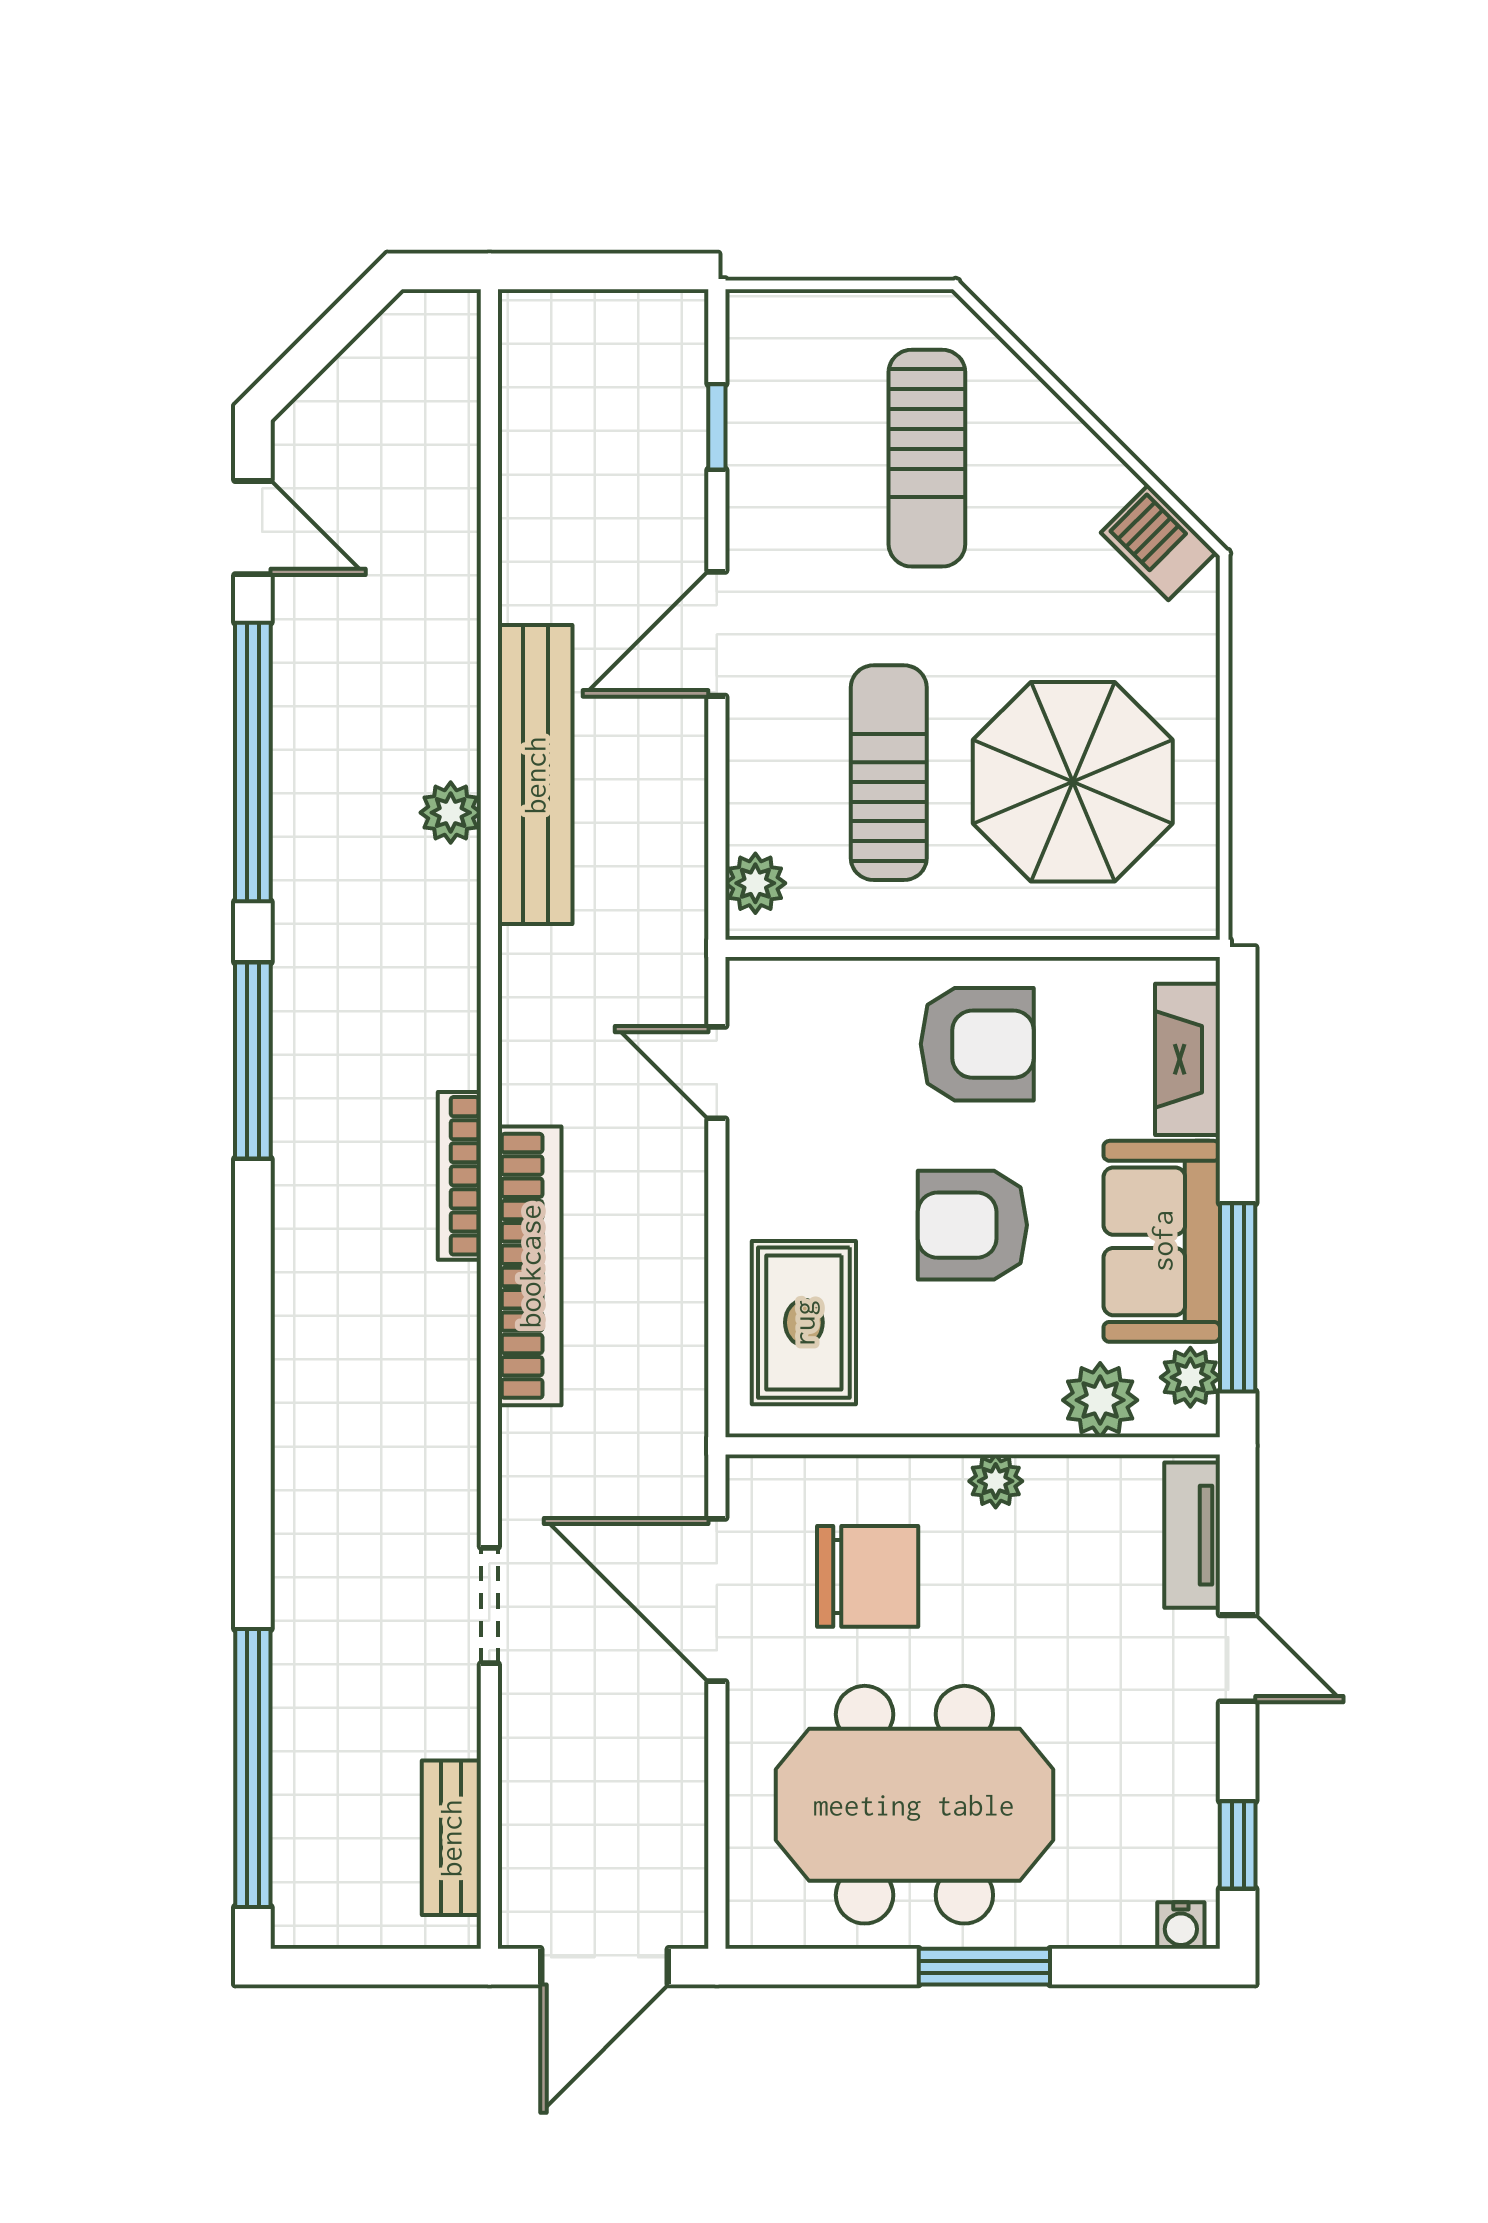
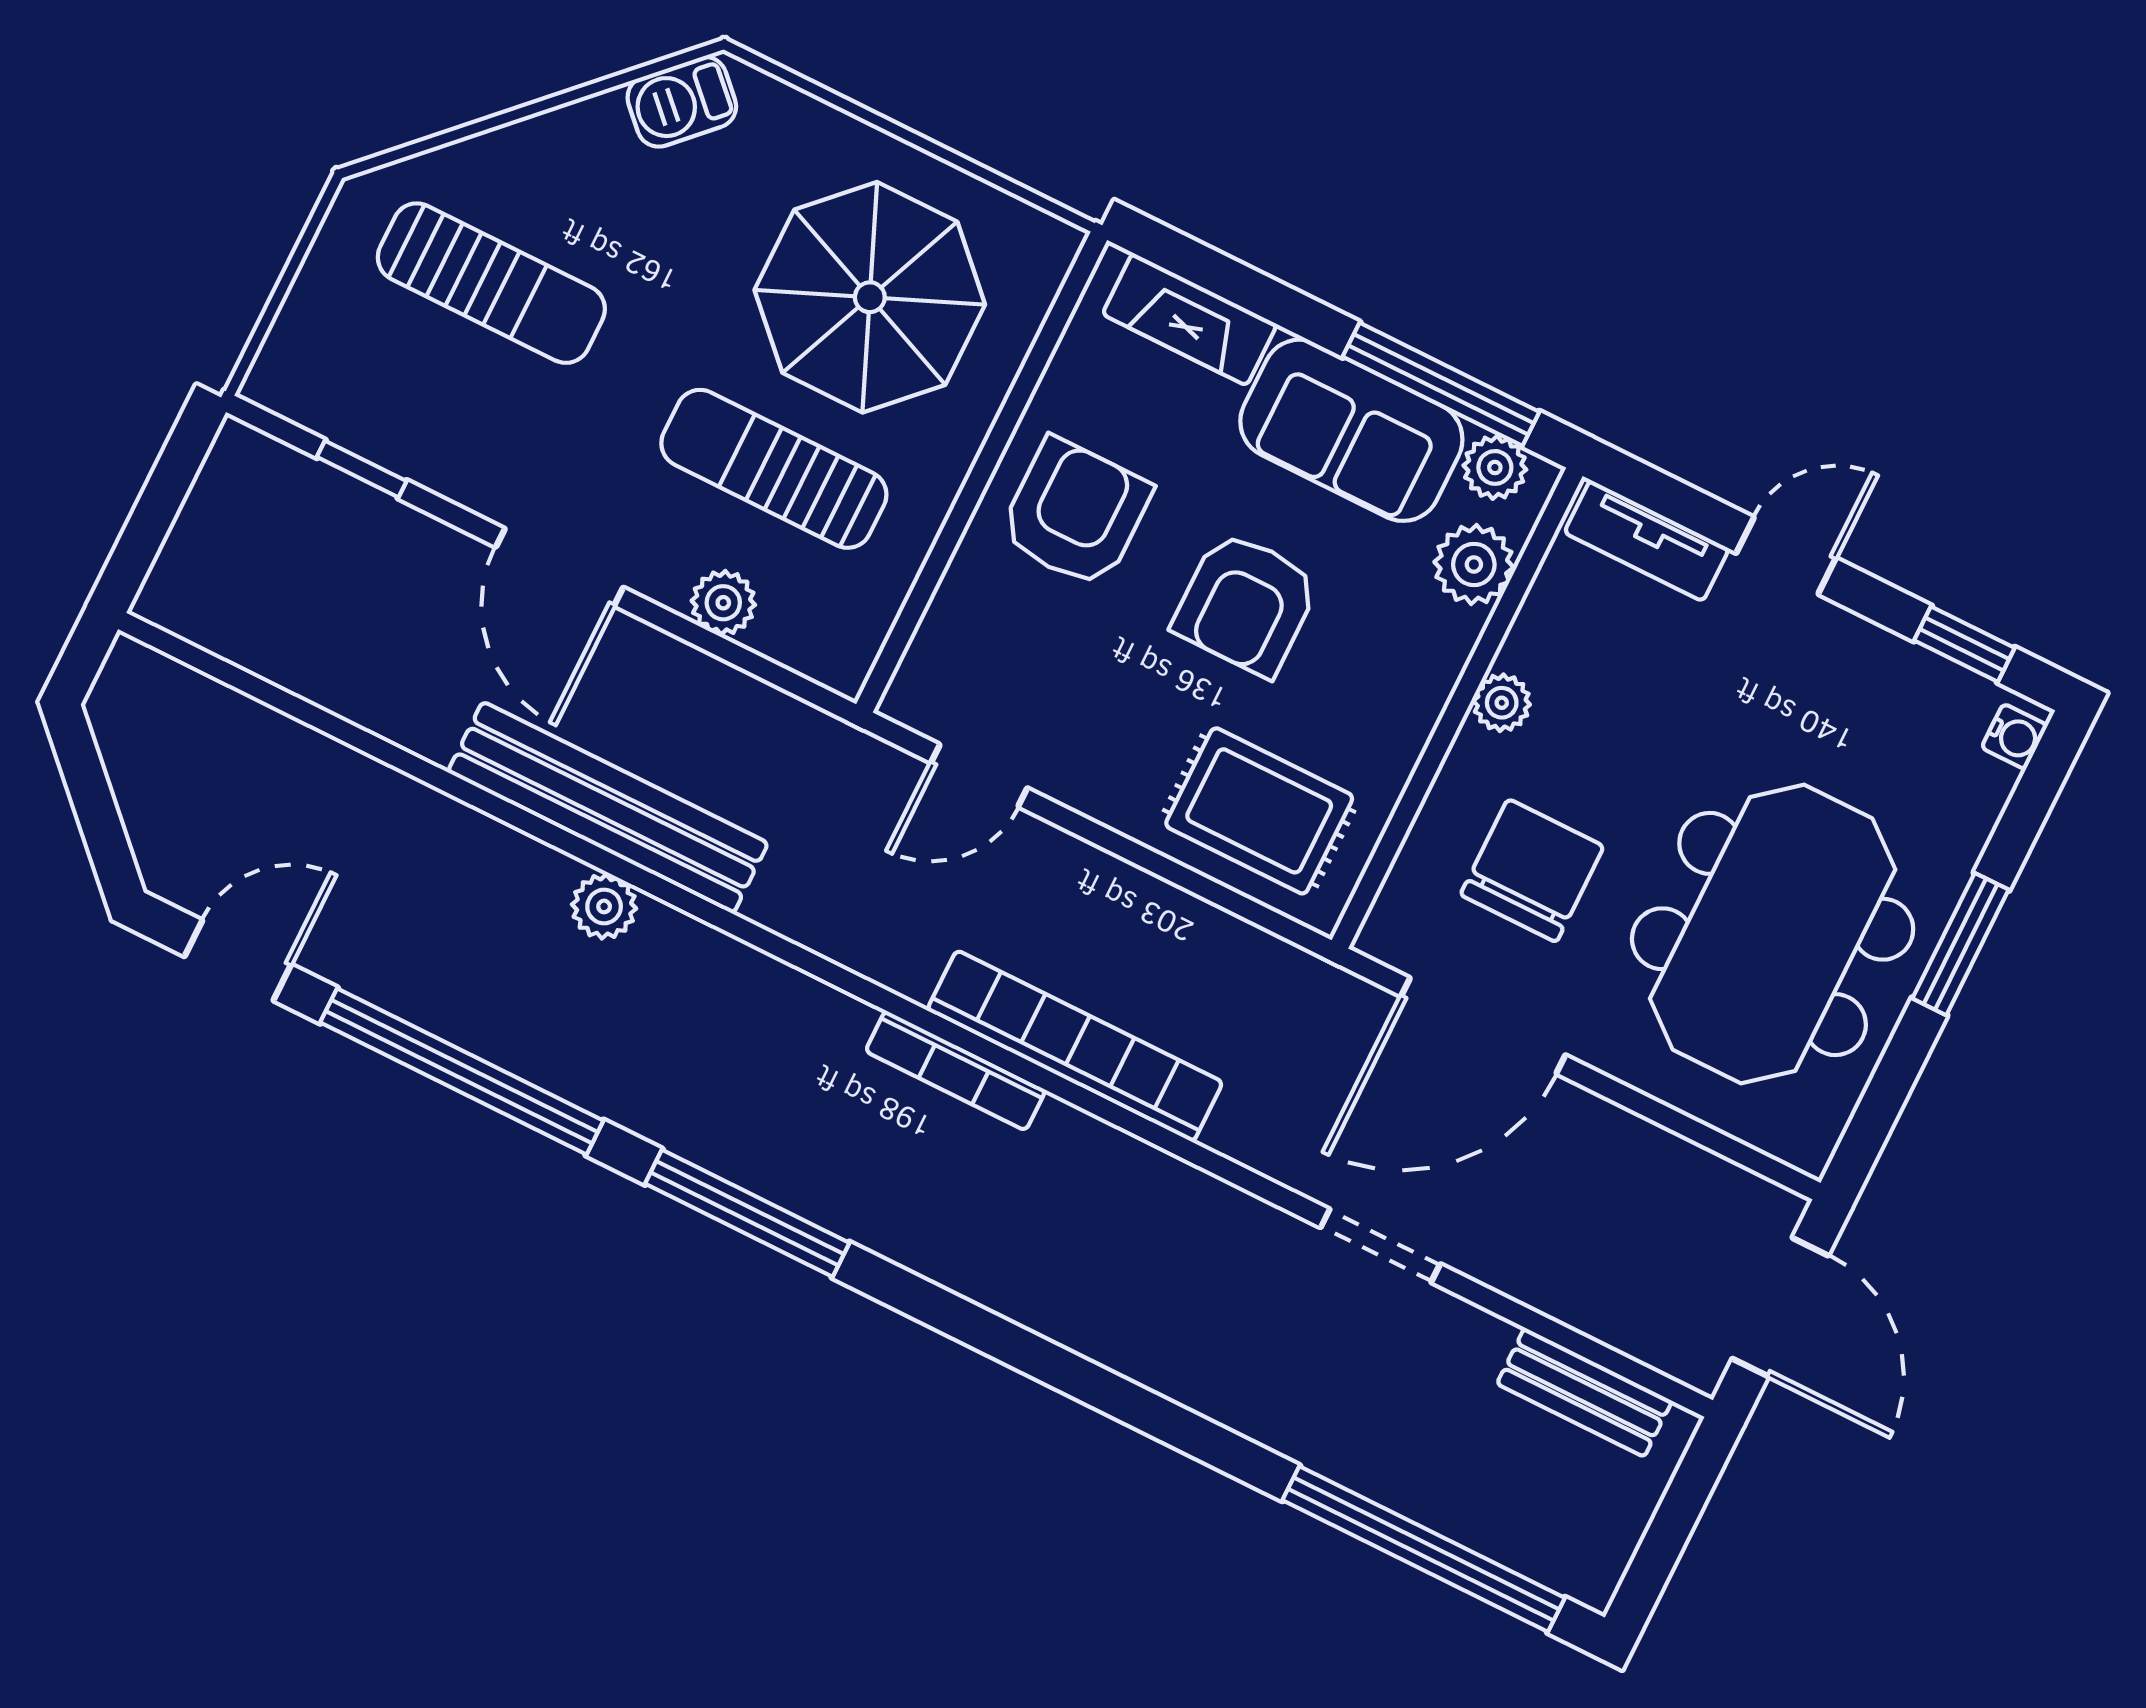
plant: (755, 883) -> (723, 603), moved

